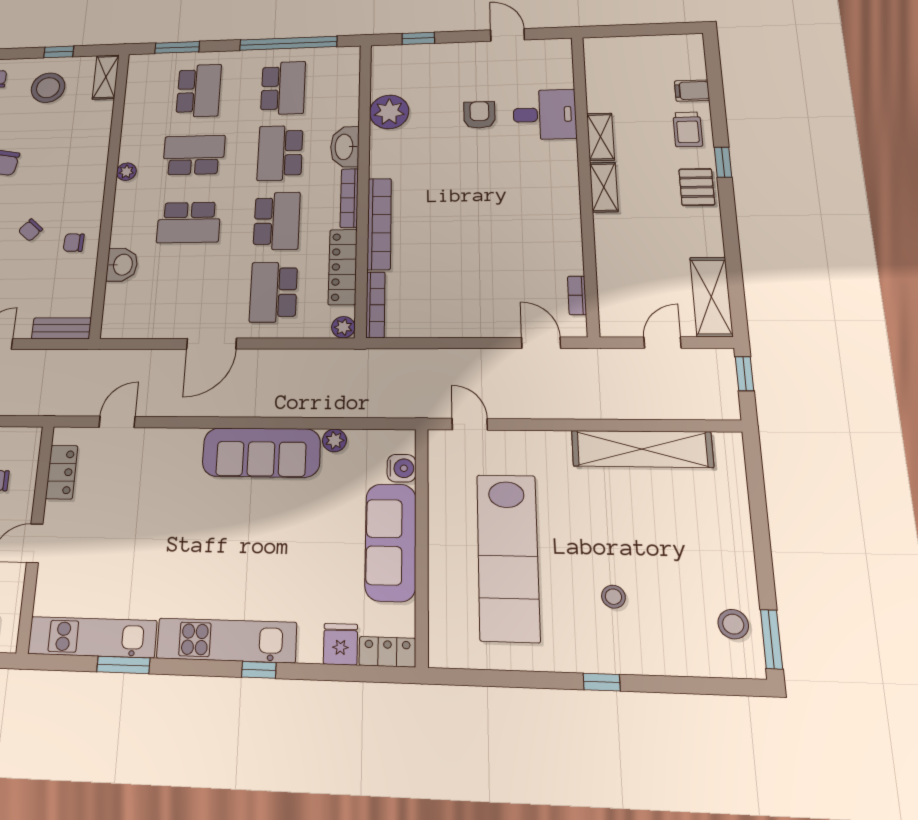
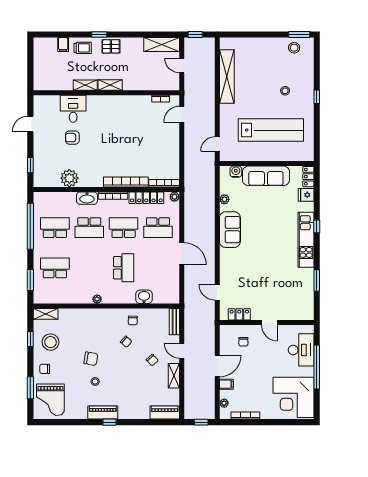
school desk: (194, 155) -> (89, 268), removed
sofa: (261, 453) -> (230, 230), width x0.73
kitchen unit: (92, 637) -> (306, 294), removed

